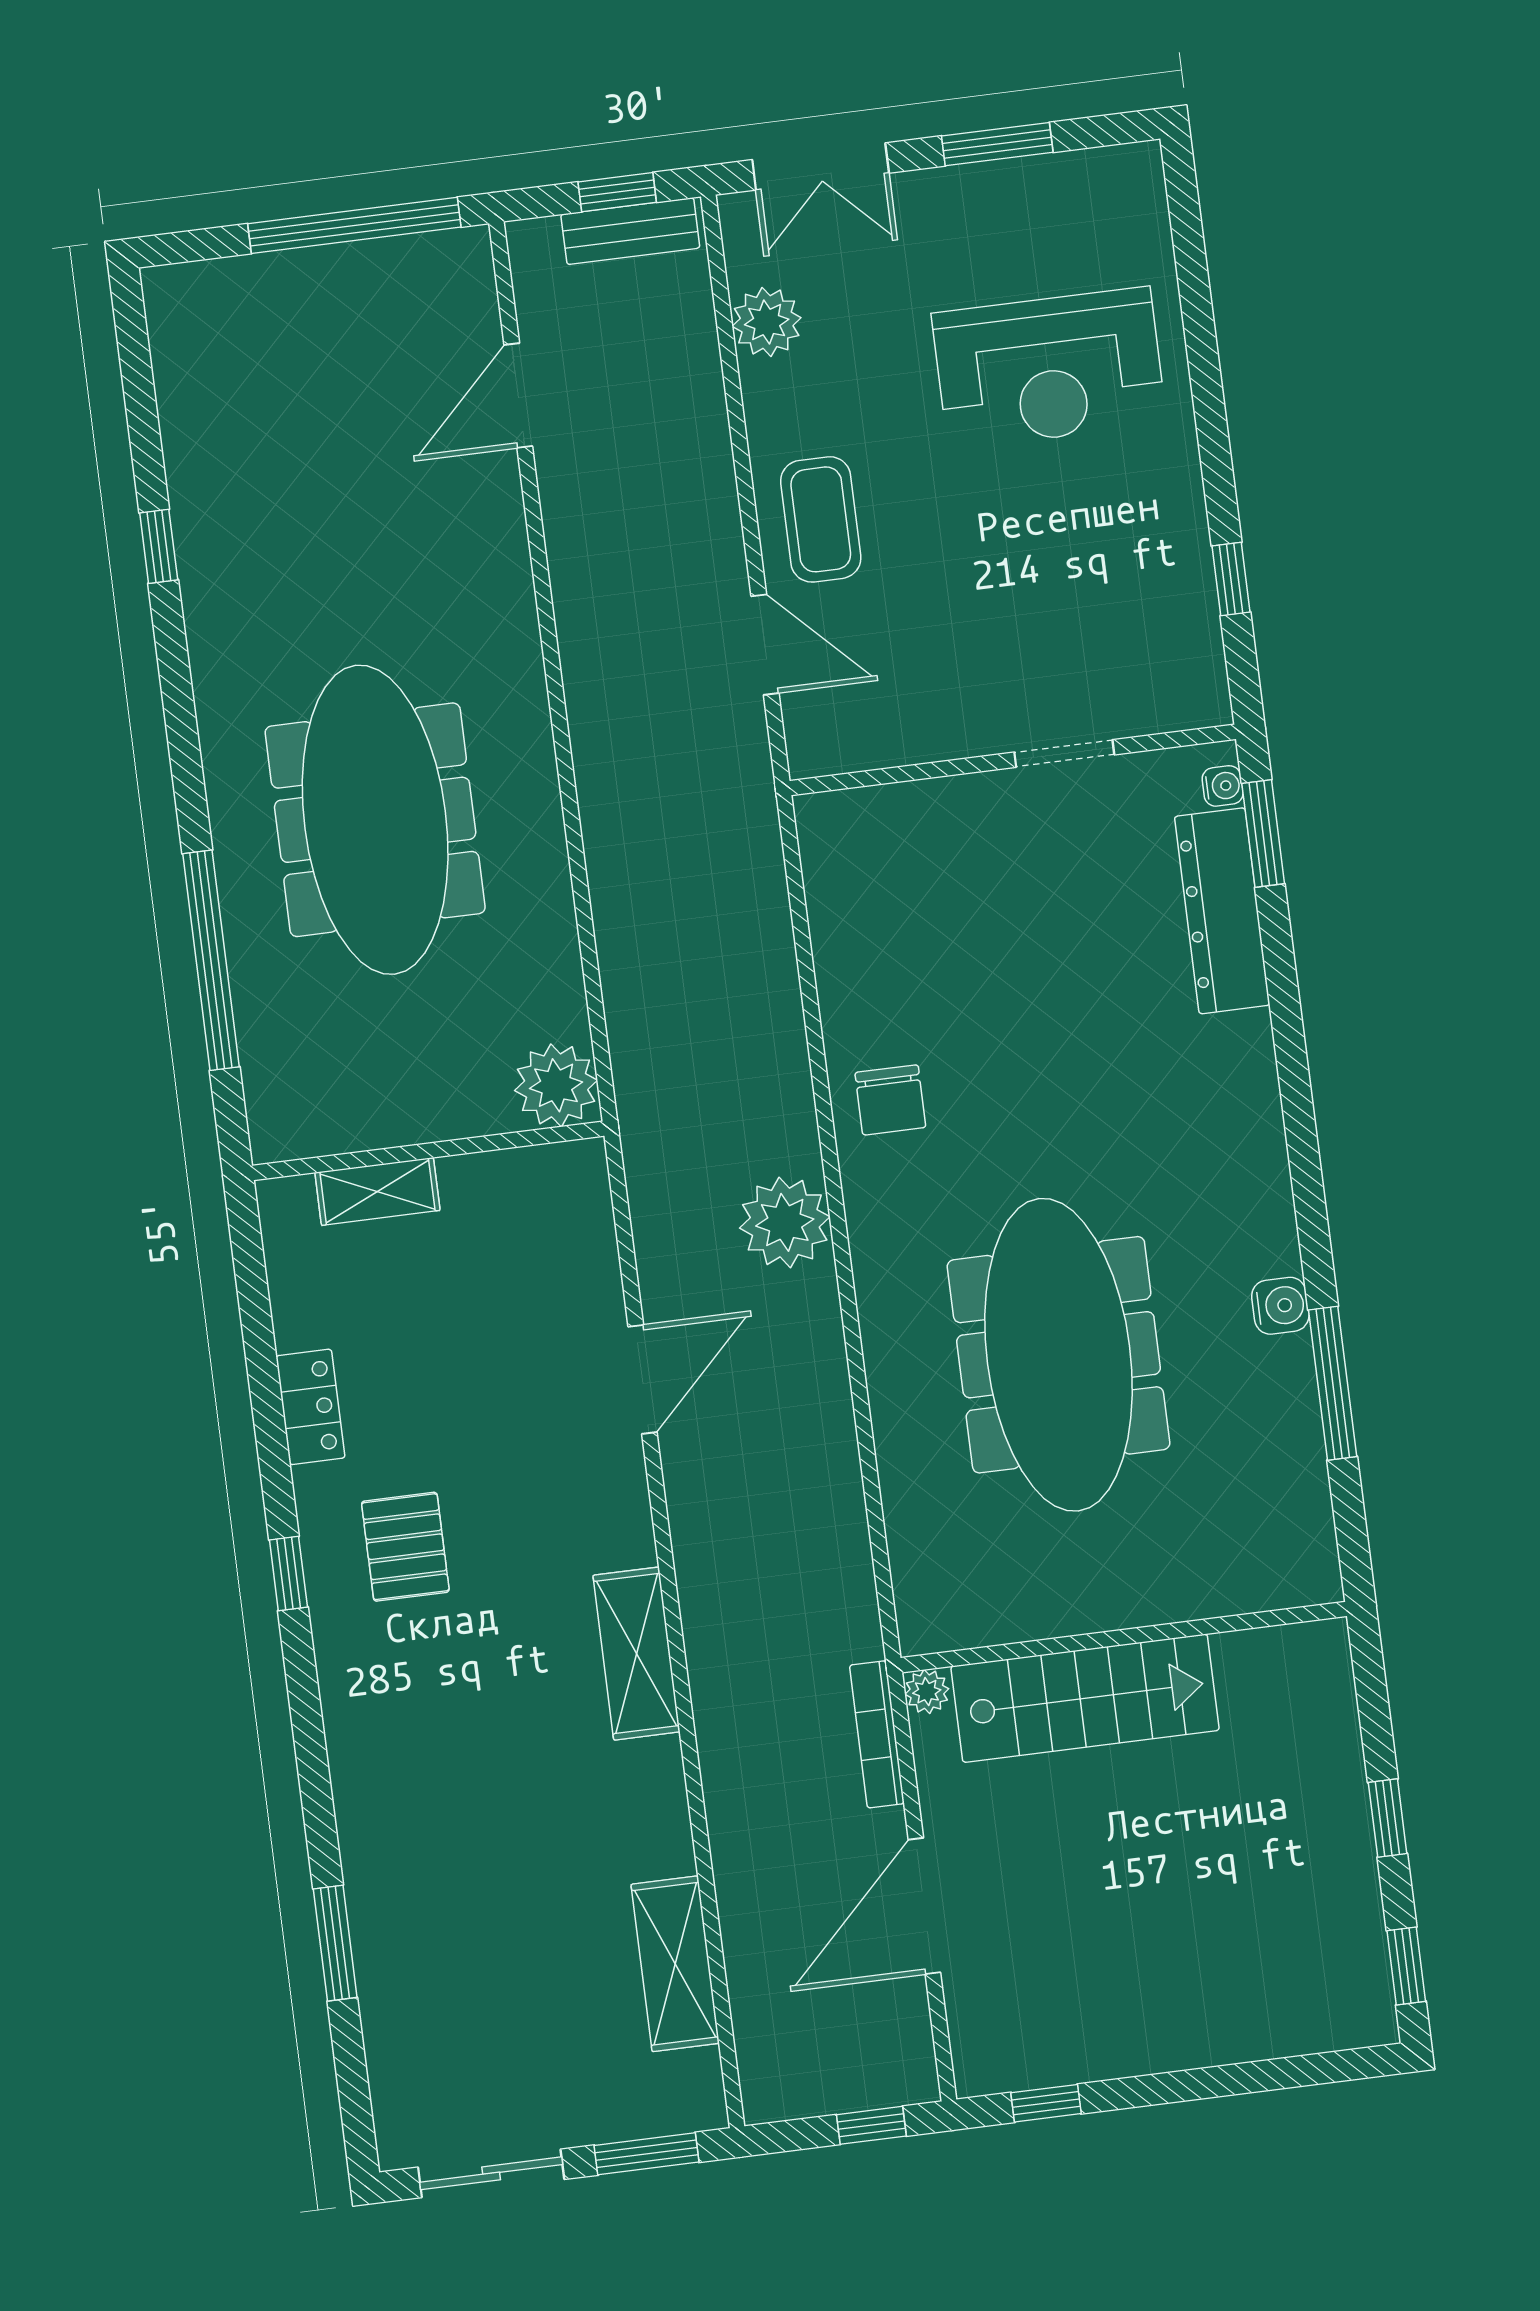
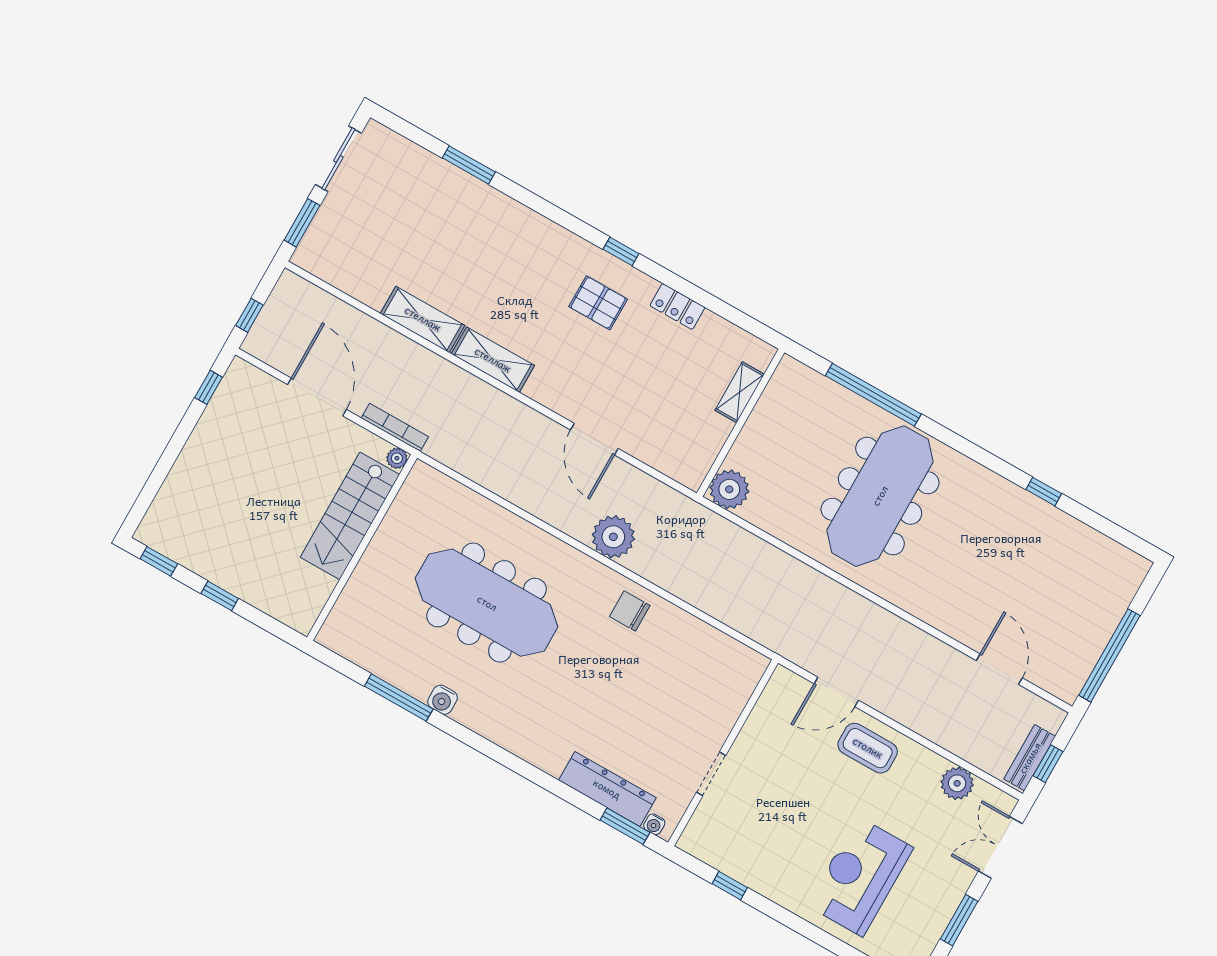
meeting table: (375, 820) -> (880, 496), turned 90
shelving: (675, 1964) -> (423, 319), moved

